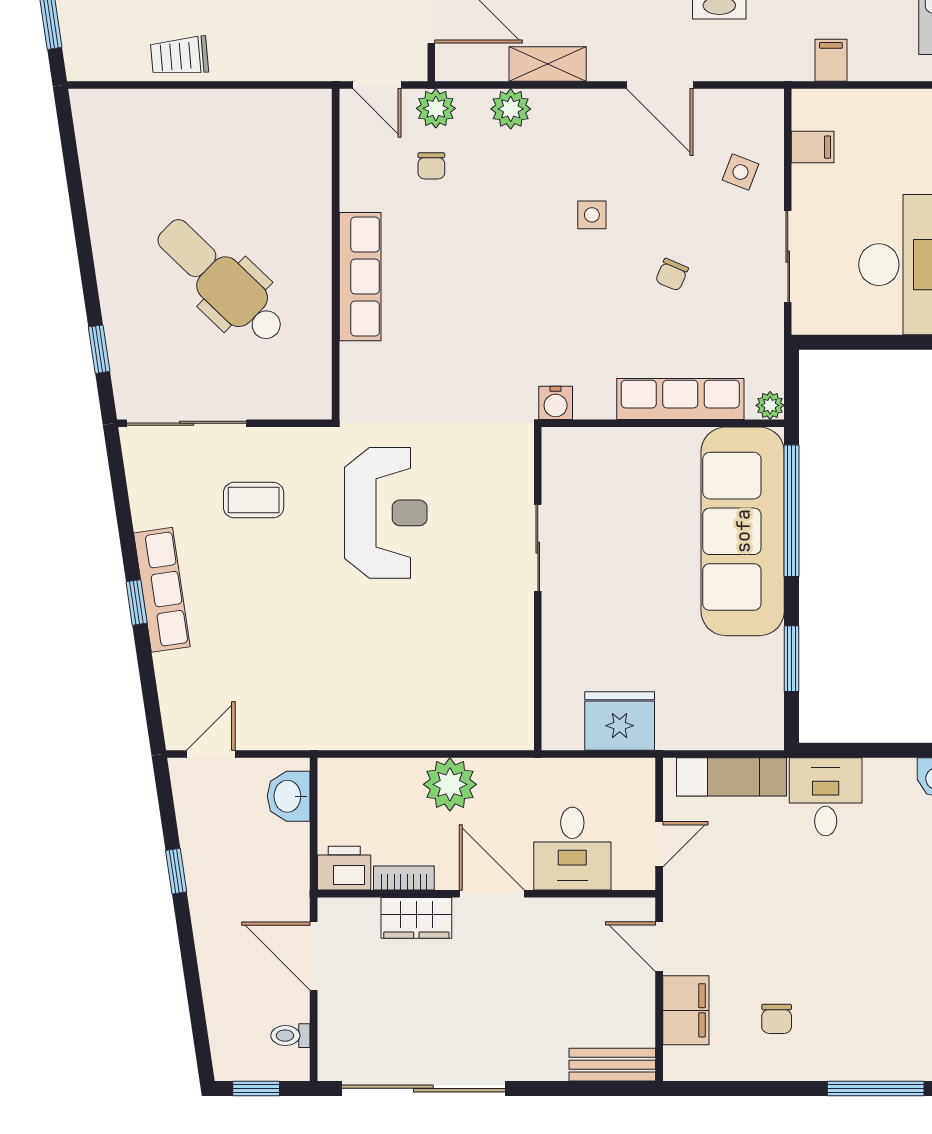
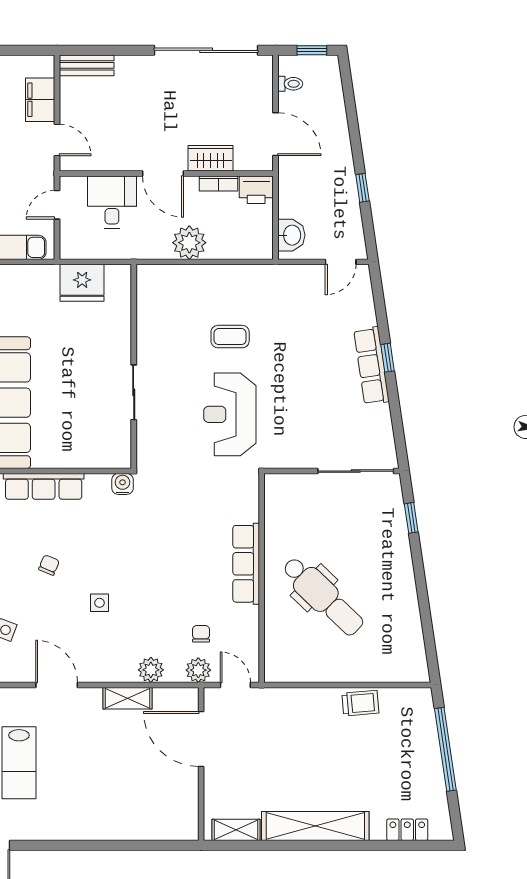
dental chair: (221, 281) -> (323, 596), moved
coffee table: (254, 500) -> (230, 337), moved

